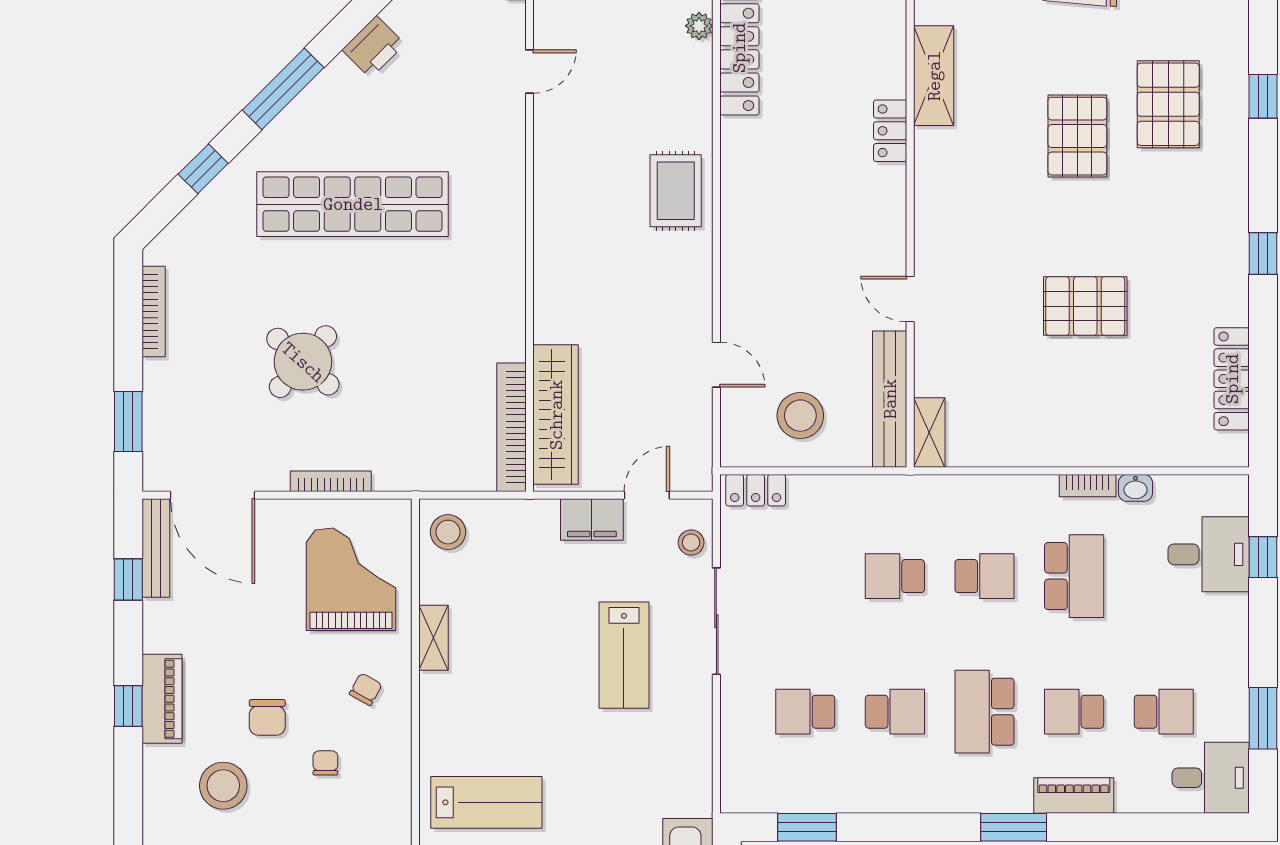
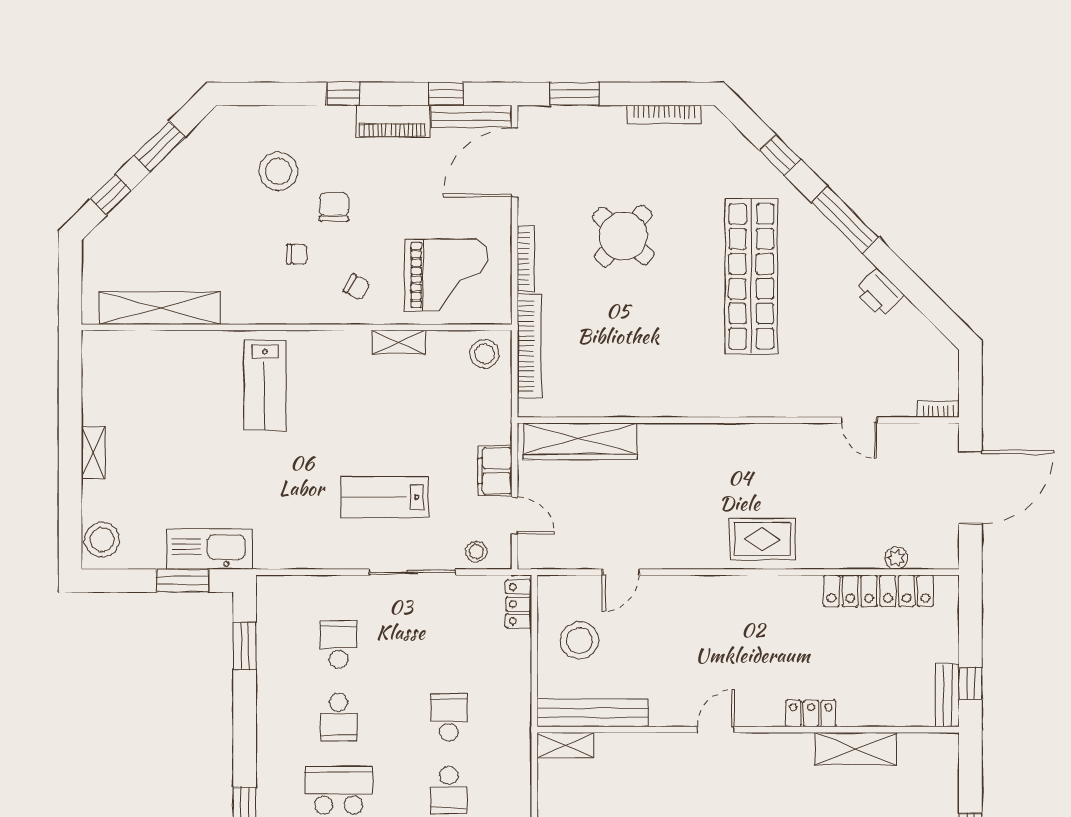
door: (910, 299) -> (716, 730), moved
bookcase: (511, 427) -> (529, 346), moved, turned 90
piano: (162, 699) -> (393, 121), moved
chair: (267, 717) -> (334, 207), turned 90

